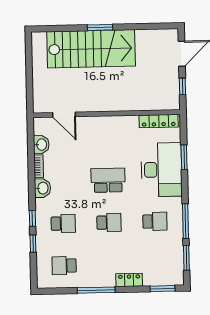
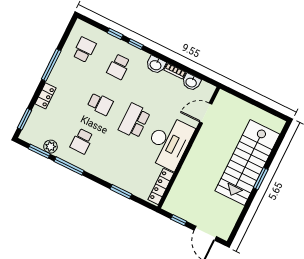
desk: (161, 170) -> (169, 142), moved, turned -90
school desk: (108, 180) -> (134, 121), turned 180
school desk: (109, 222) -> (100, 104), turned -90
plant: (176, 249) -> (50, 147), added

